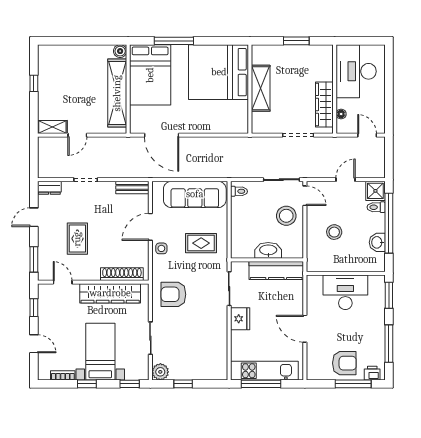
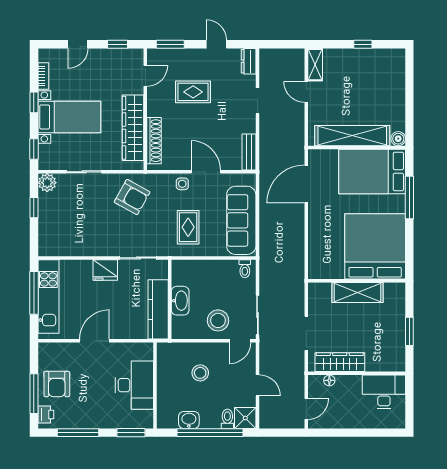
desk: (356, 71) -> (384, 392), width x0.73, depth x0.77
armchair: (173, 294) -> (132, 197), turned 119

